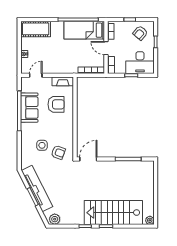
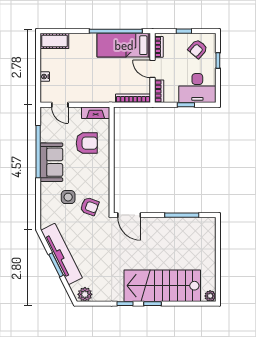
cot: (36, 29) -> (54, 41), width x0.73, depth x0.75
door: (36, 75) -> (60, 105), swing flipped
sofa: (29, 108) -> (51, 162), moved
door: (88, 159) -> (129, 215), swing flipped

